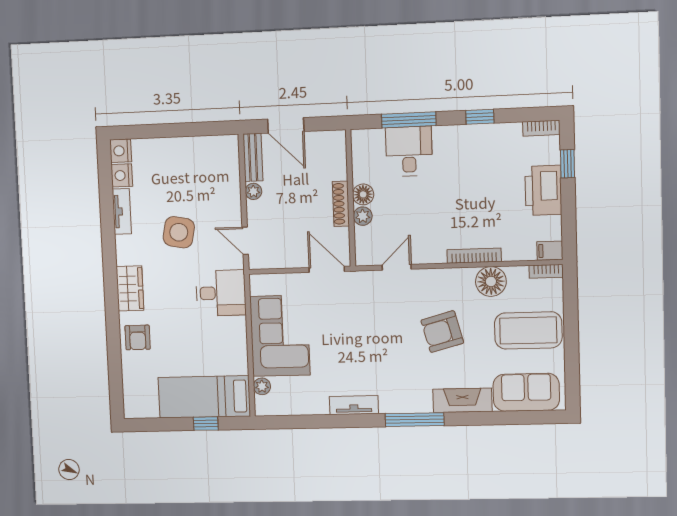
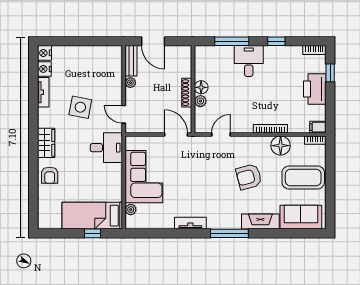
desk: (409, 151) -> (249, 61), moved

